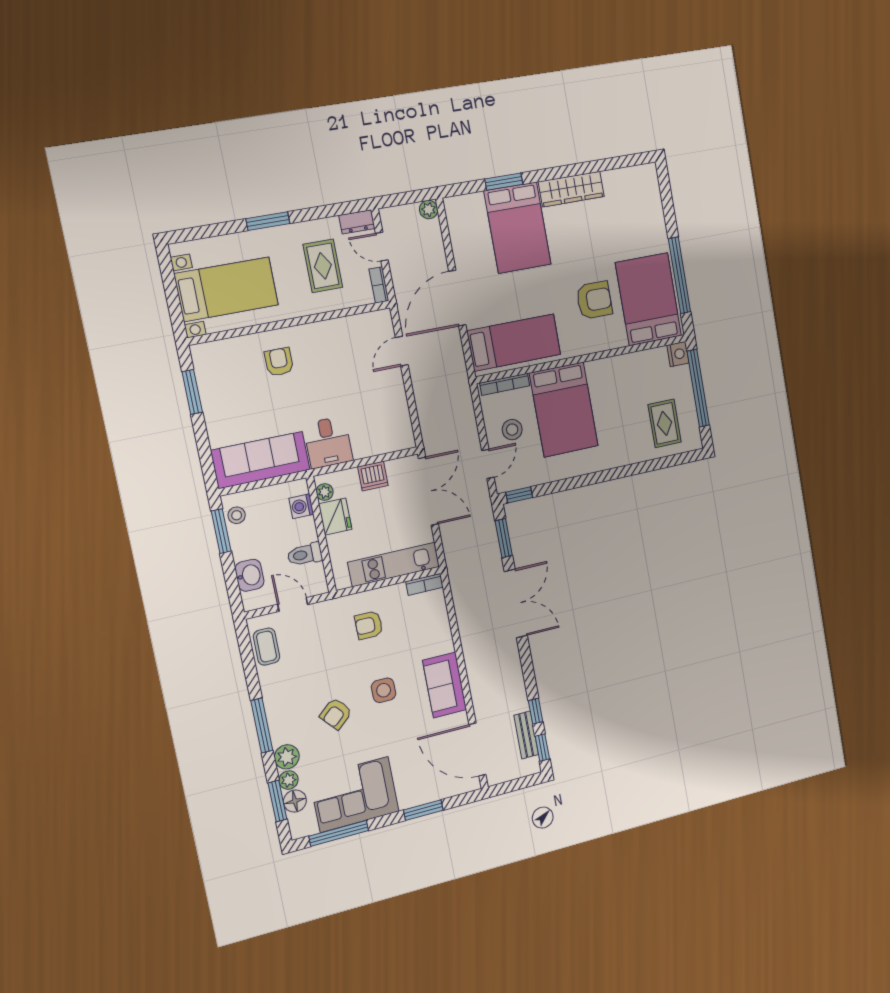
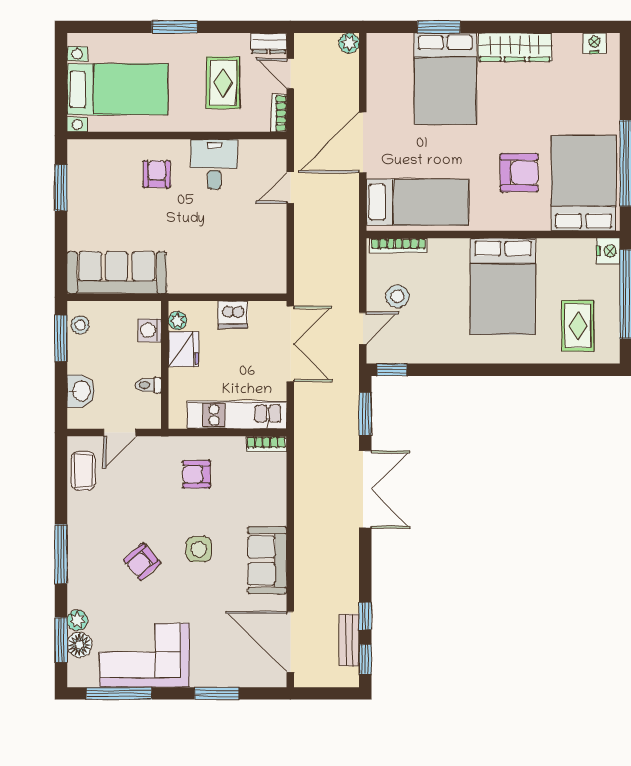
nightstand: (636, 174) -> (594, 43), added
bed: (564, 410) -> (503, 286), moved
desk: (328, 442) -> (214, 164), moved, turned 180
toilet: (305, 554) -> (148, 385), width x0.73, depth x0.72
door: (293, 604) -> (120, 433), swing flipped
plant: (287, 757) -> (80, 595), removed

